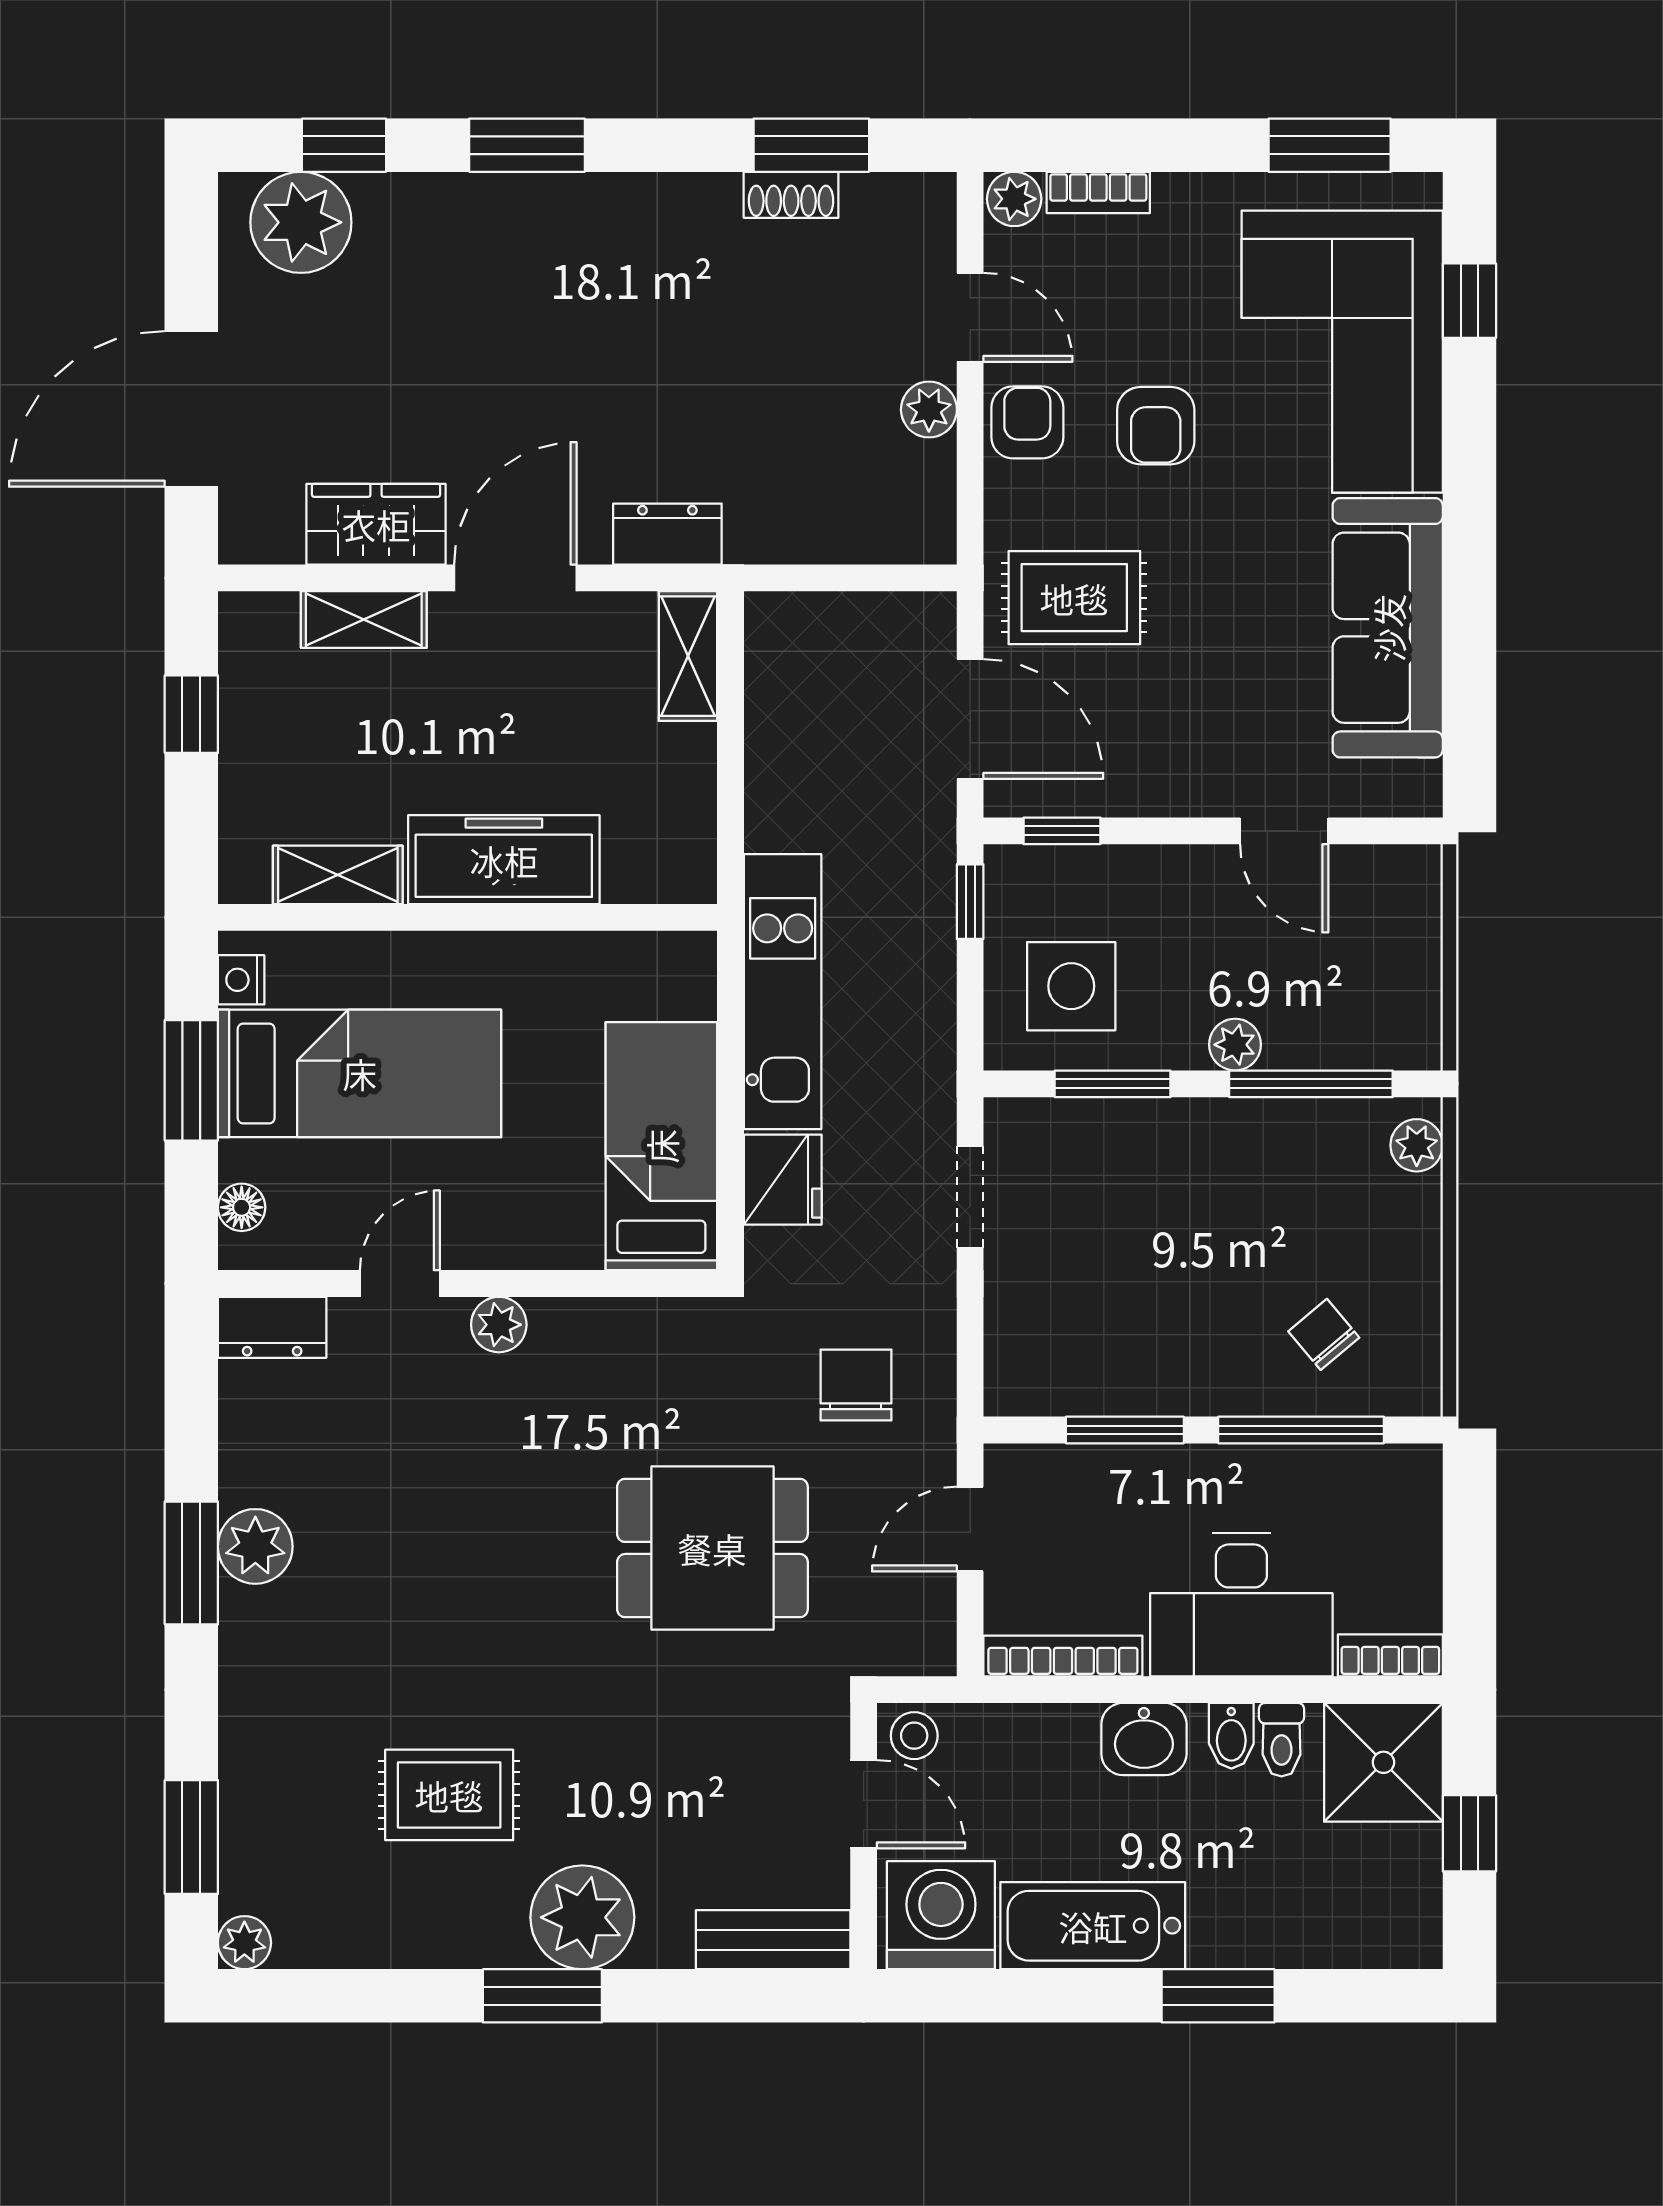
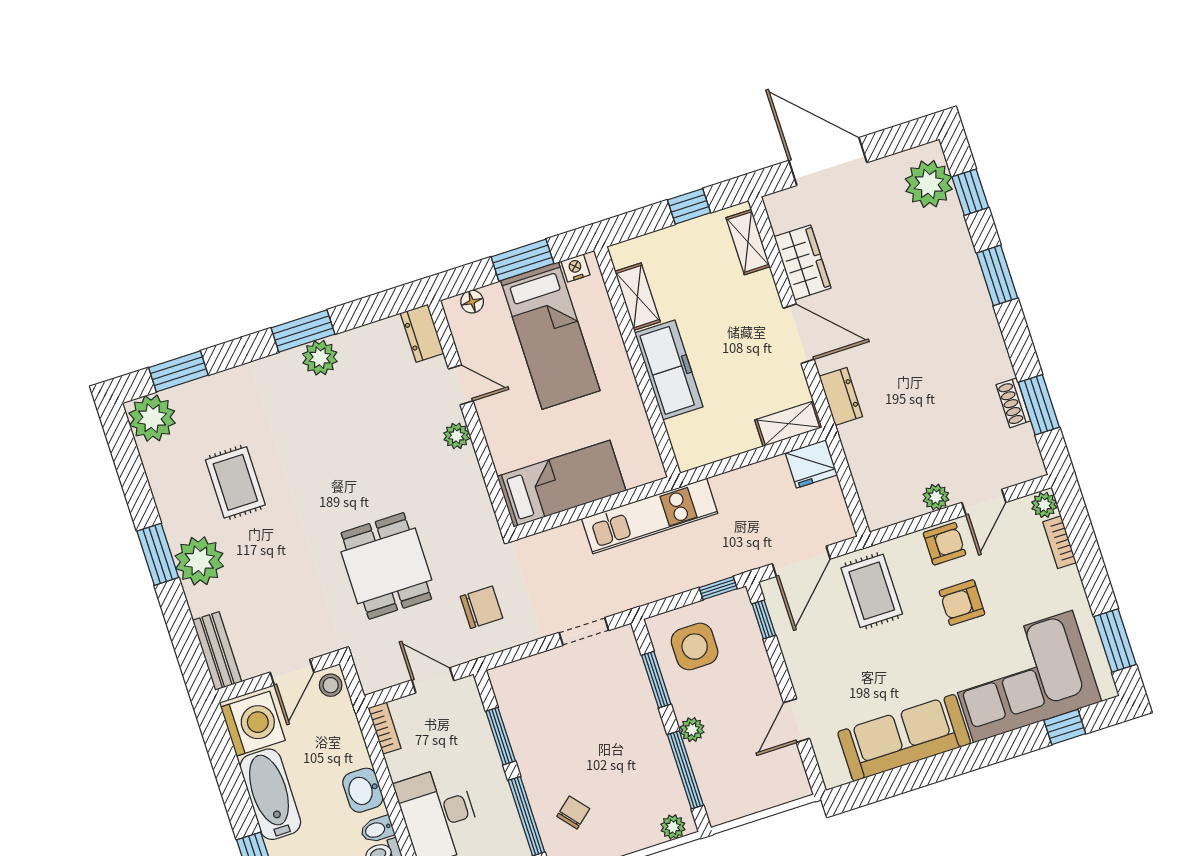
shelving: (364, 620) -> (748, 242), moved
fridge: (783, 1180) -> (811, 464), moved
bookcase: (1063, 1656) -> (385, 728), width x0.64
plant: (244, 1943) -> (152, 418), width x1.88, depth x1.88

